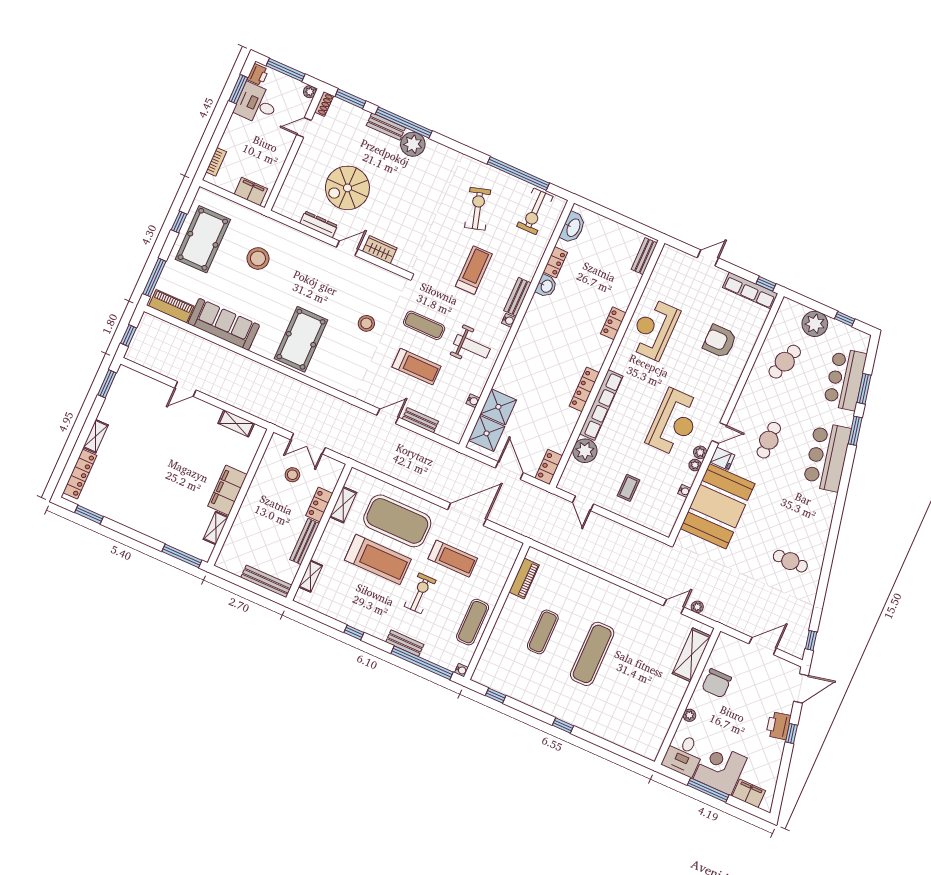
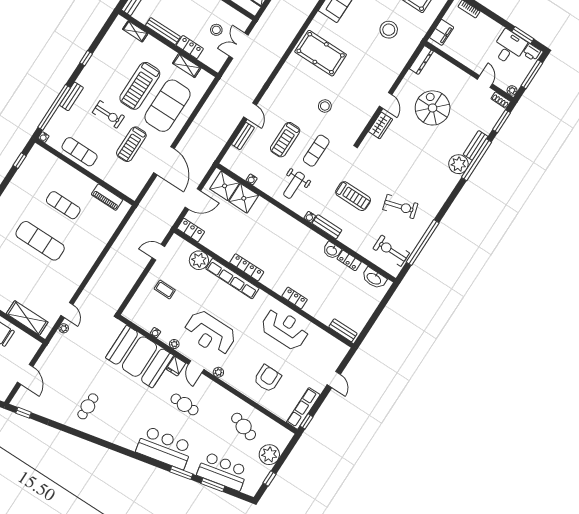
dresser: (319, 224) -> (421, 60), moved
plant: (700, 452) -> (218, 372), moved

